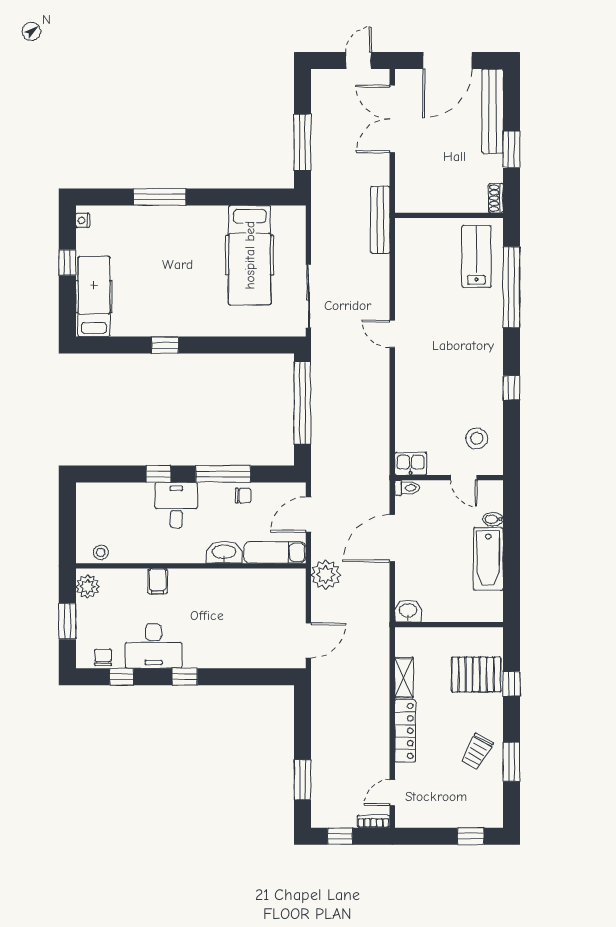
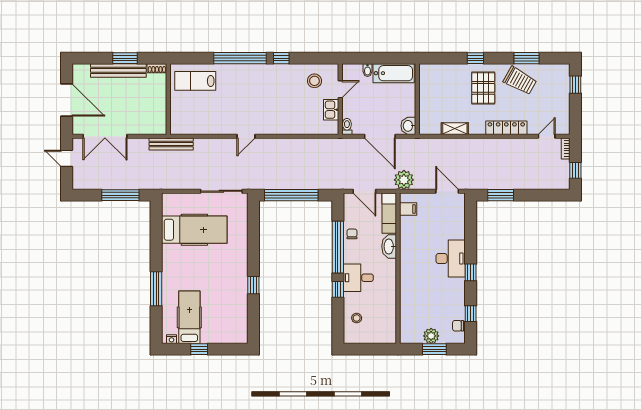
bench: (493, 111) -> (118, 70), moved
window: (511, 287) -> (240, 58), moved
hospital bed: (94, 297) -> (189, 317), moved, turned 90
kitchen sink: (411, 464) -> (331, 110), moved
window: (223, 474) -> (338, 247), width x1.46
stool: (101, 552) -> (357, 318), moved
filing cabinet: (158, 581) -> (408, 209), moved
plant: (88, 587) -> (431, 336), moved
washbasin: (408, 611) -> (408, 126), moved
wall: (449, 625) -> (417, 99), moved
desk: (154, 646) -> (451, 259), moved
pallet: (476, 674) -> (483, 88), moved
shelving: (404, 678) -> (455, 129), moved
trolley: (477, 752) -> (520, 81), width x1.36, depth x1.39
window: (302, 780) -> (501, 195), moved
door: (392, 793) -> (547, 136), swing flipped

